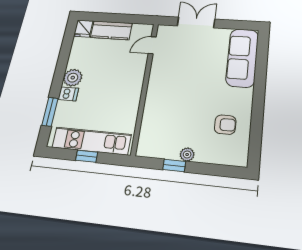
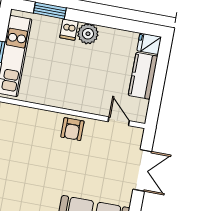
armchair: (225, 125) -> (72, 129), moved

